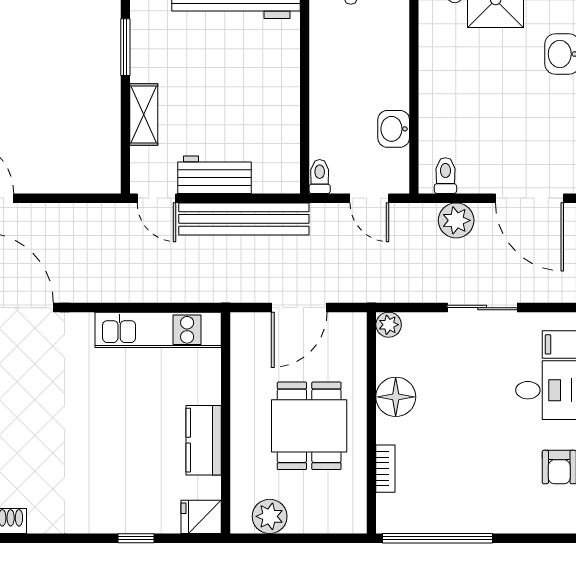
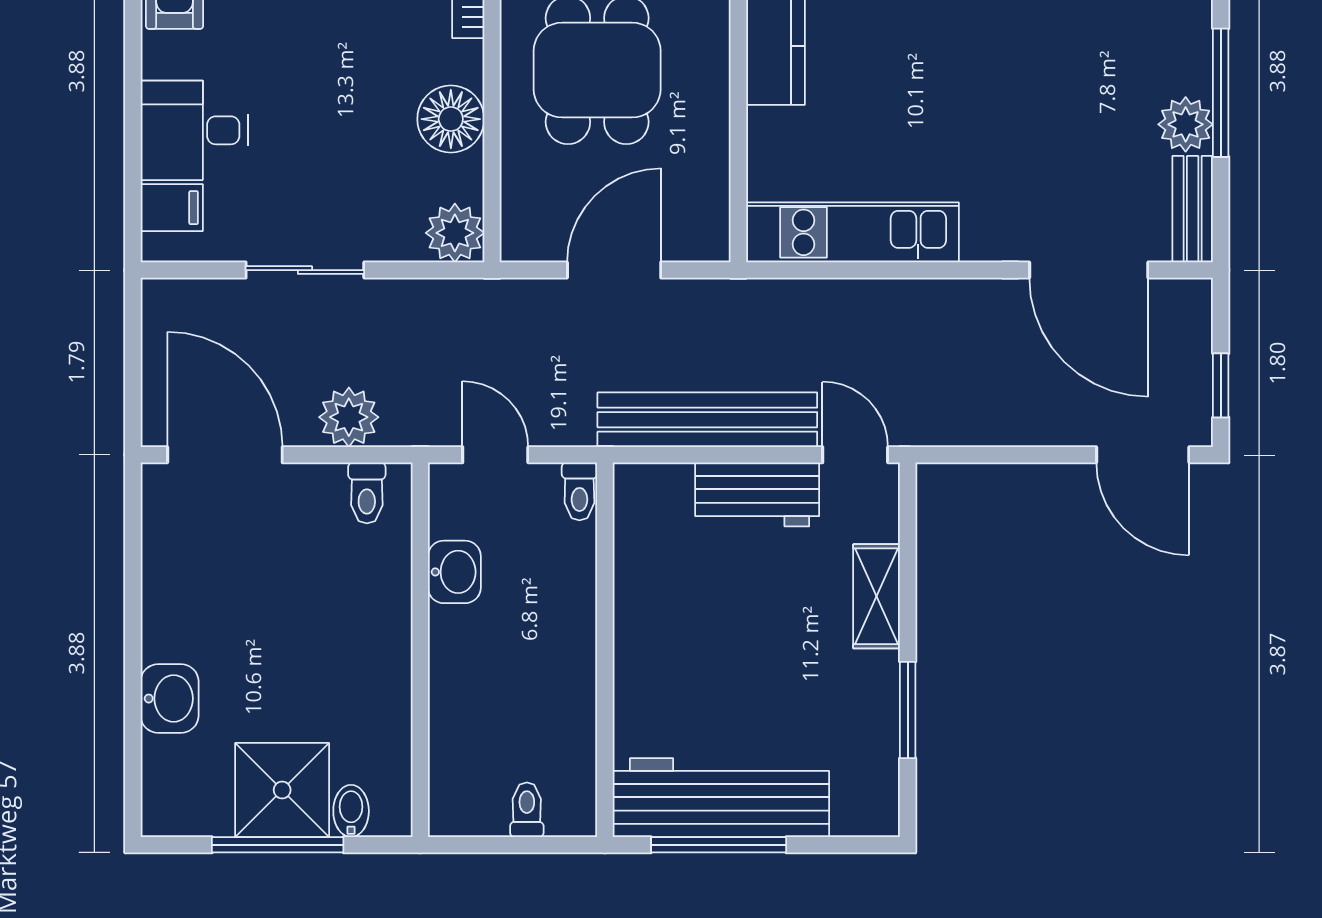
plant: (389, 325) -> (455, 233), width x1.38, depth x1.38

